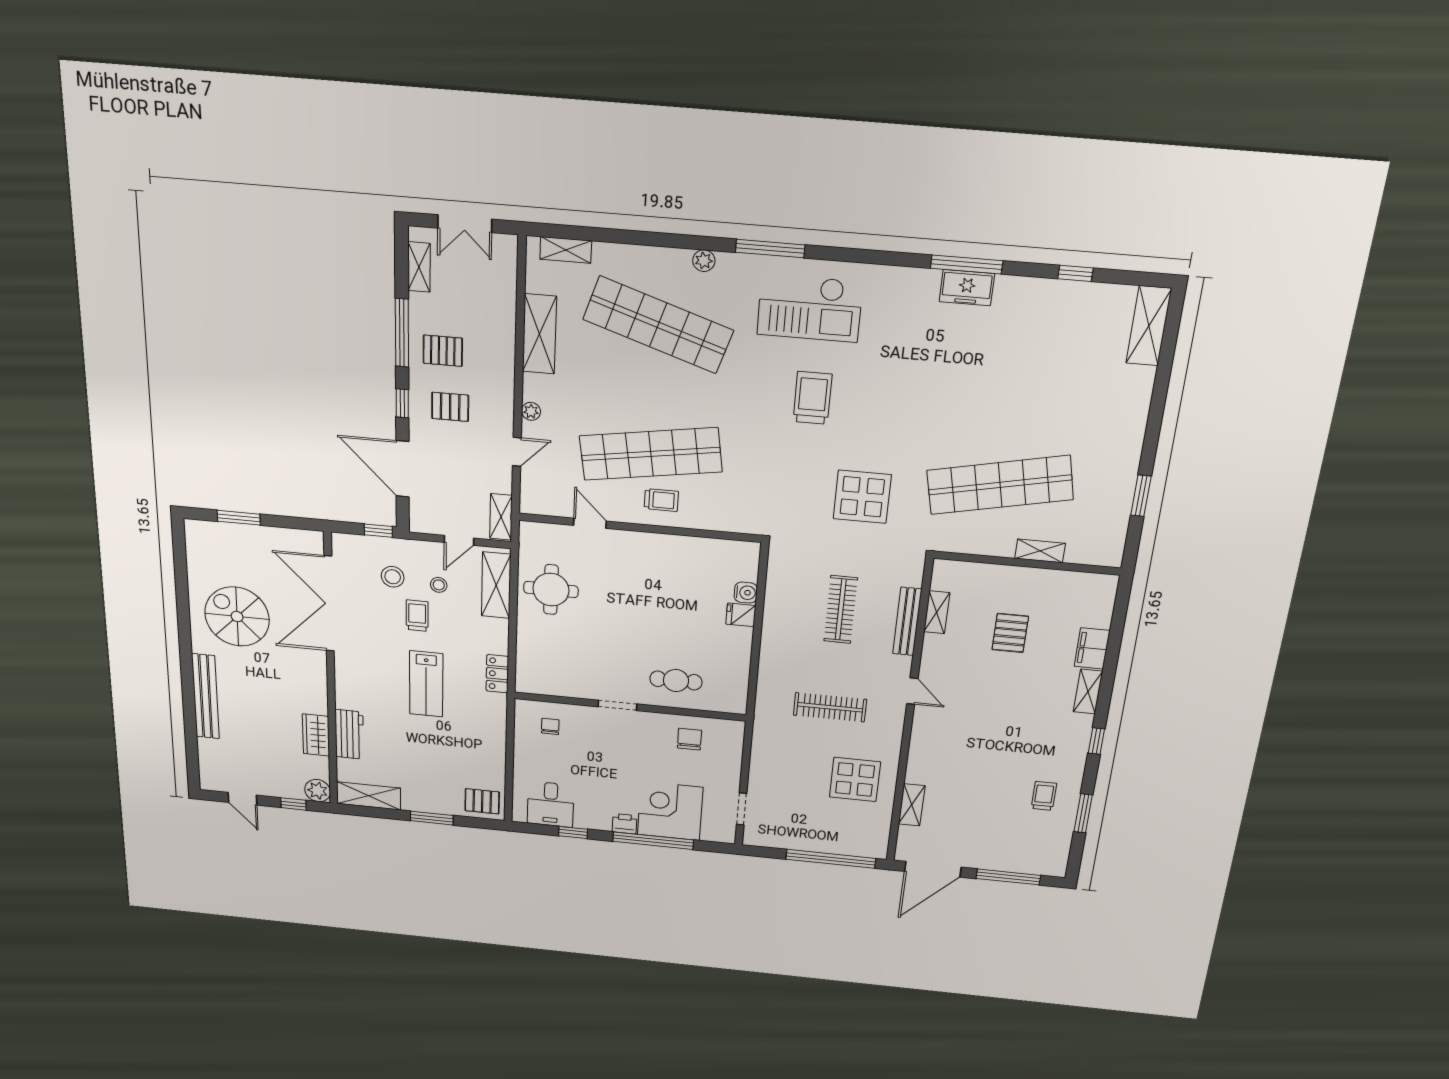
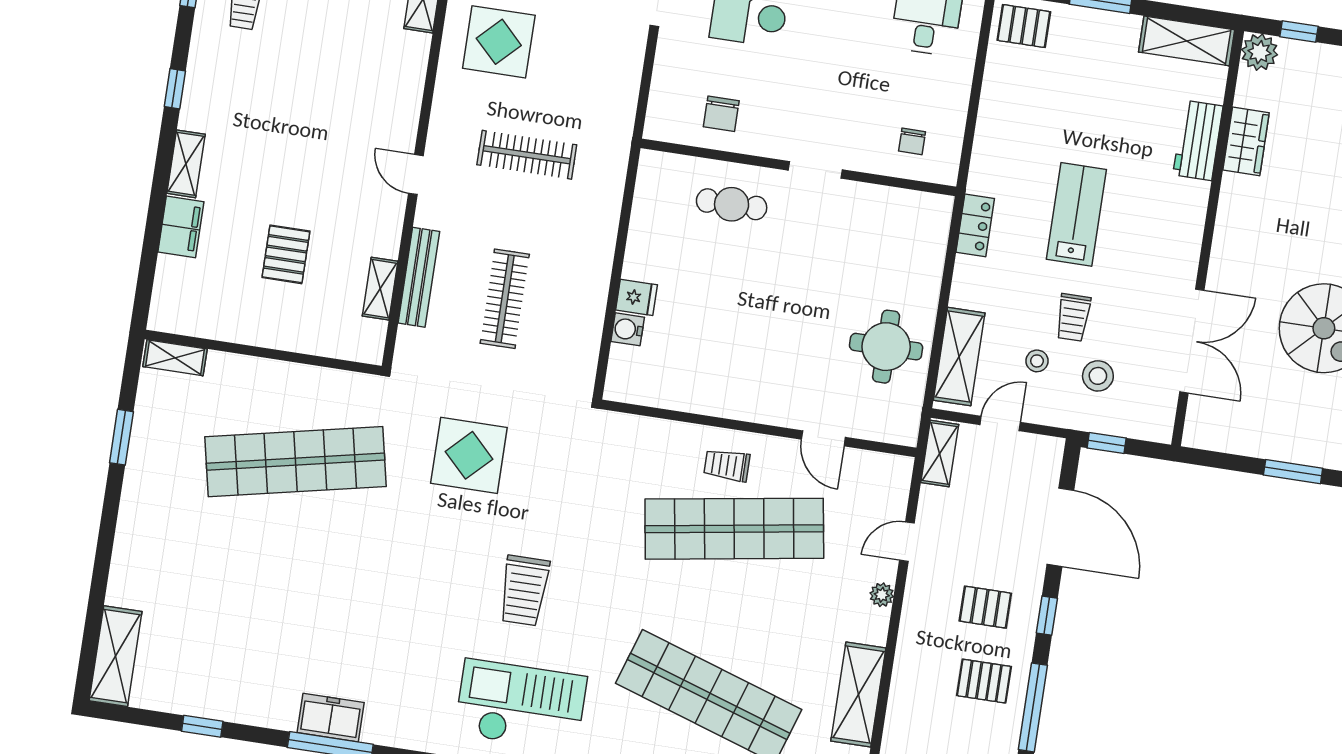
shelving: (1040, 551) -> (175, 358), moved
double door: (329, 604) -> (1192, 341), width x0.73

